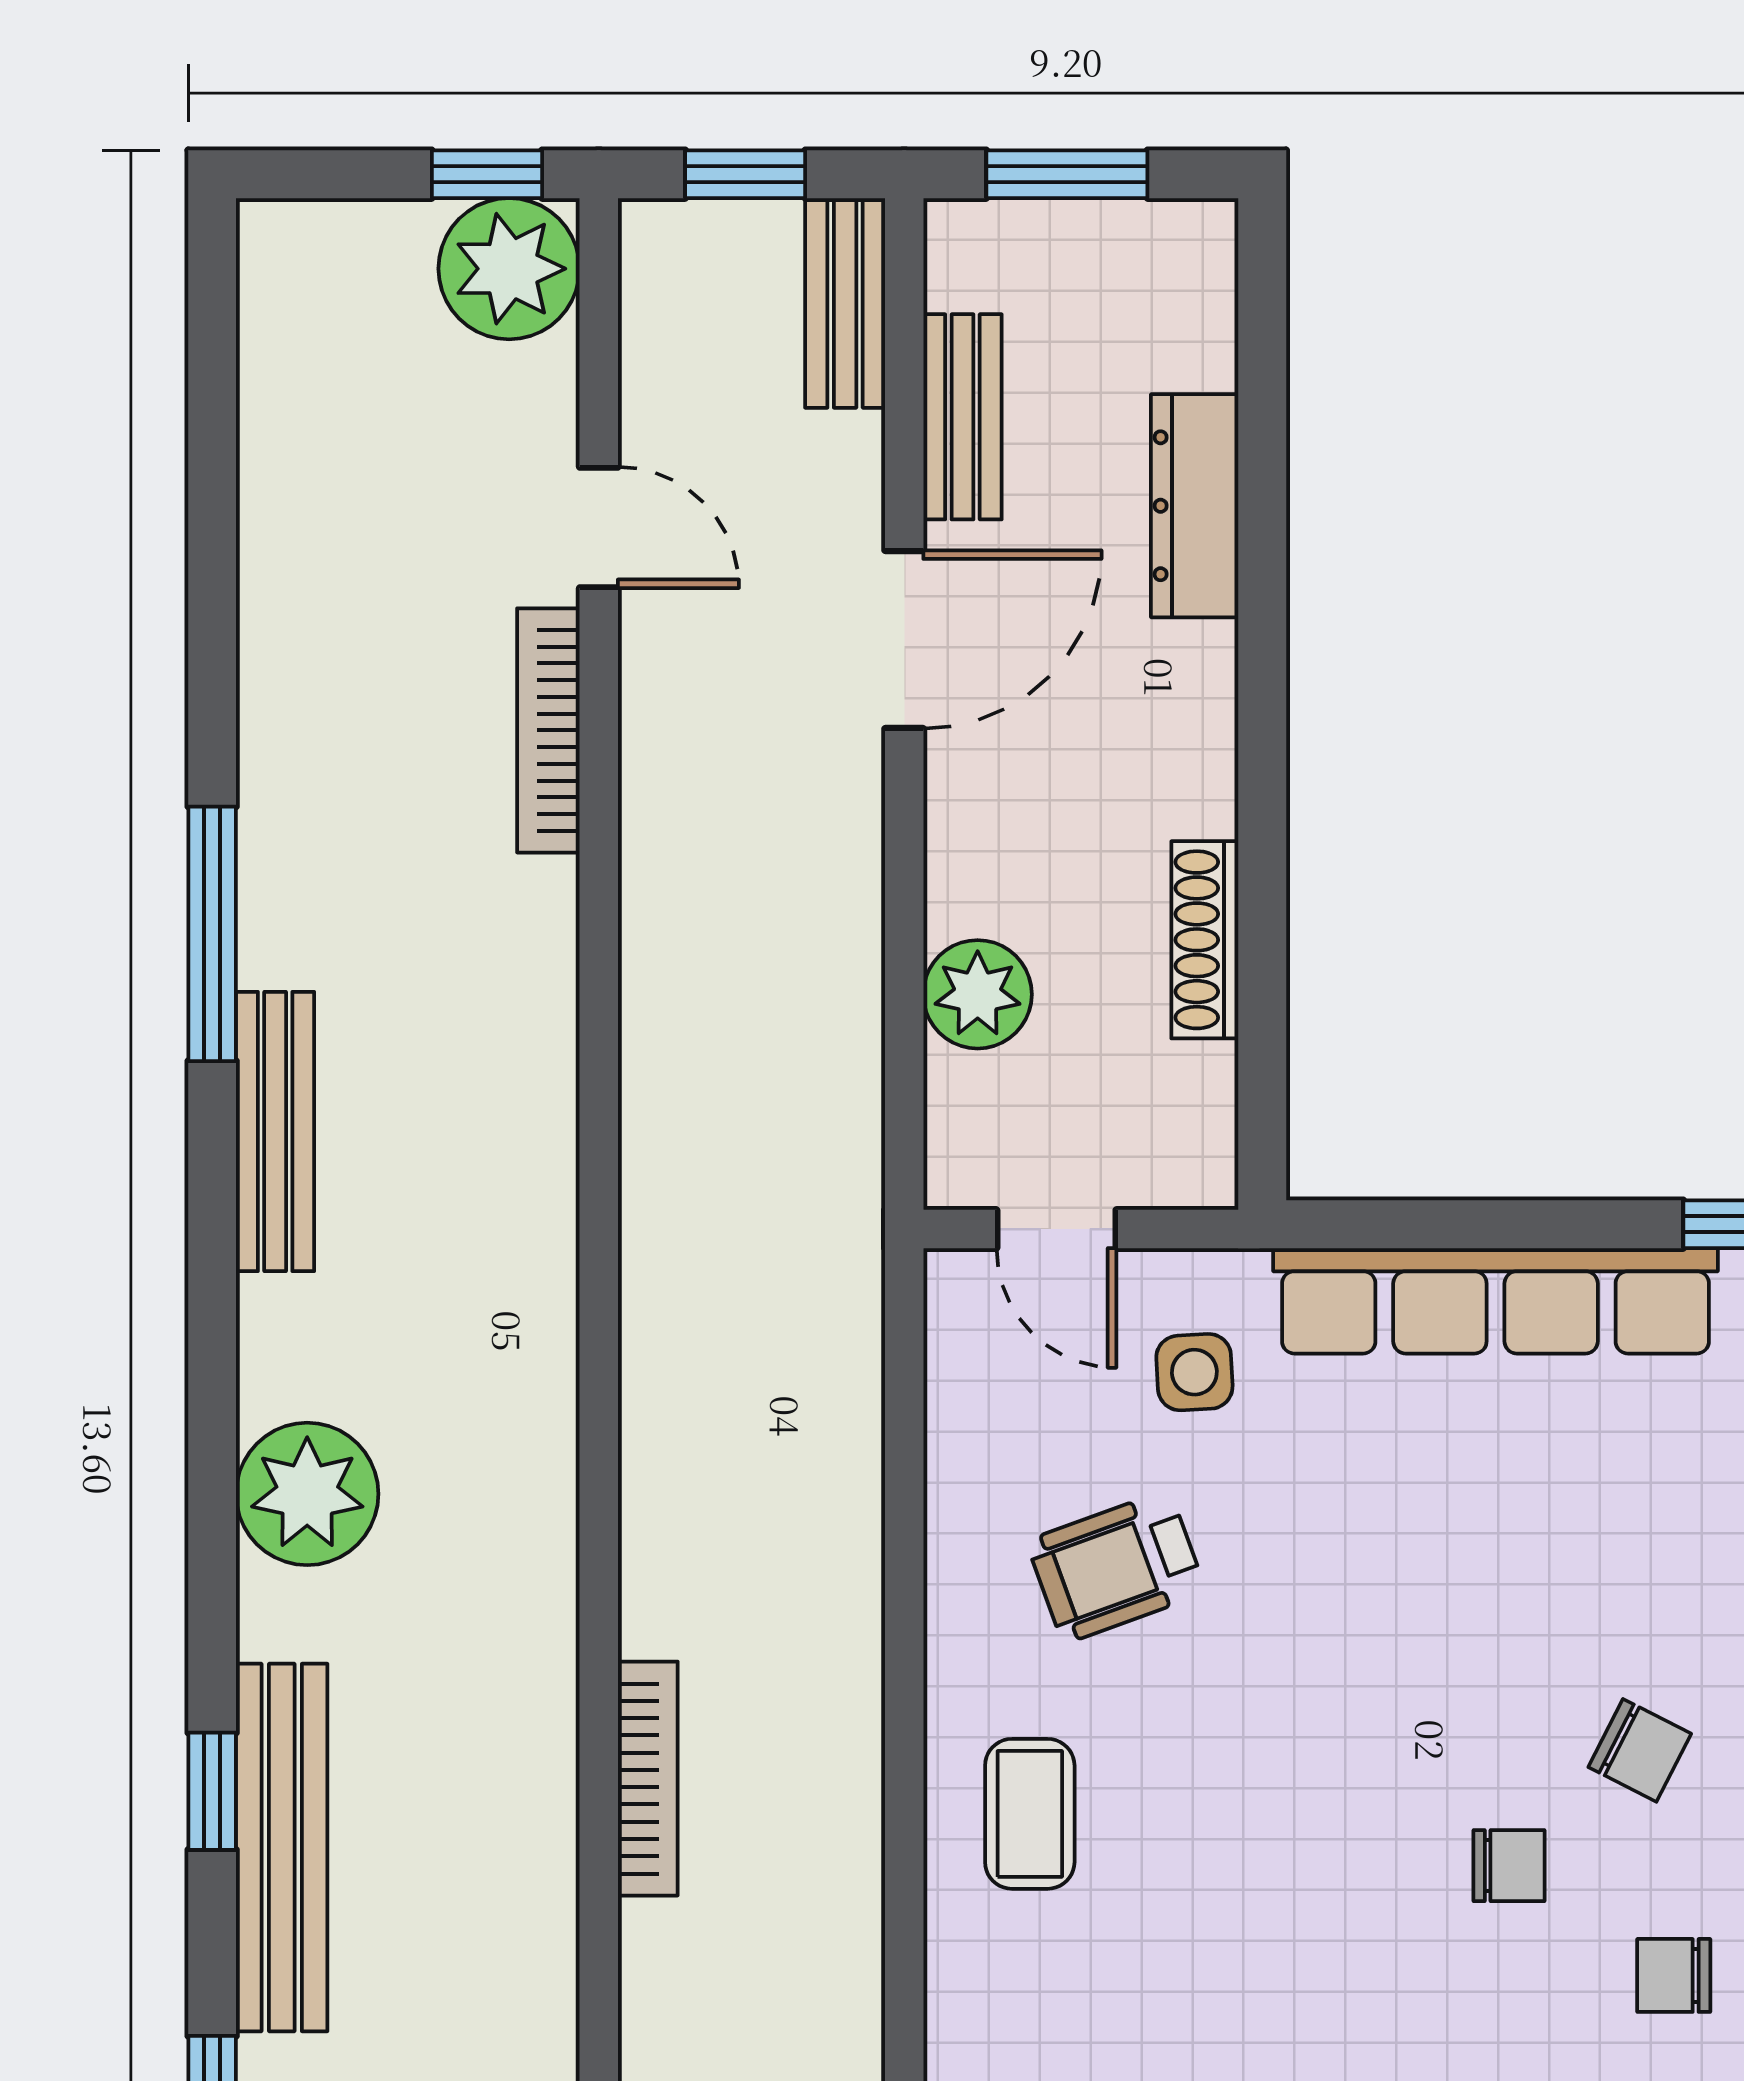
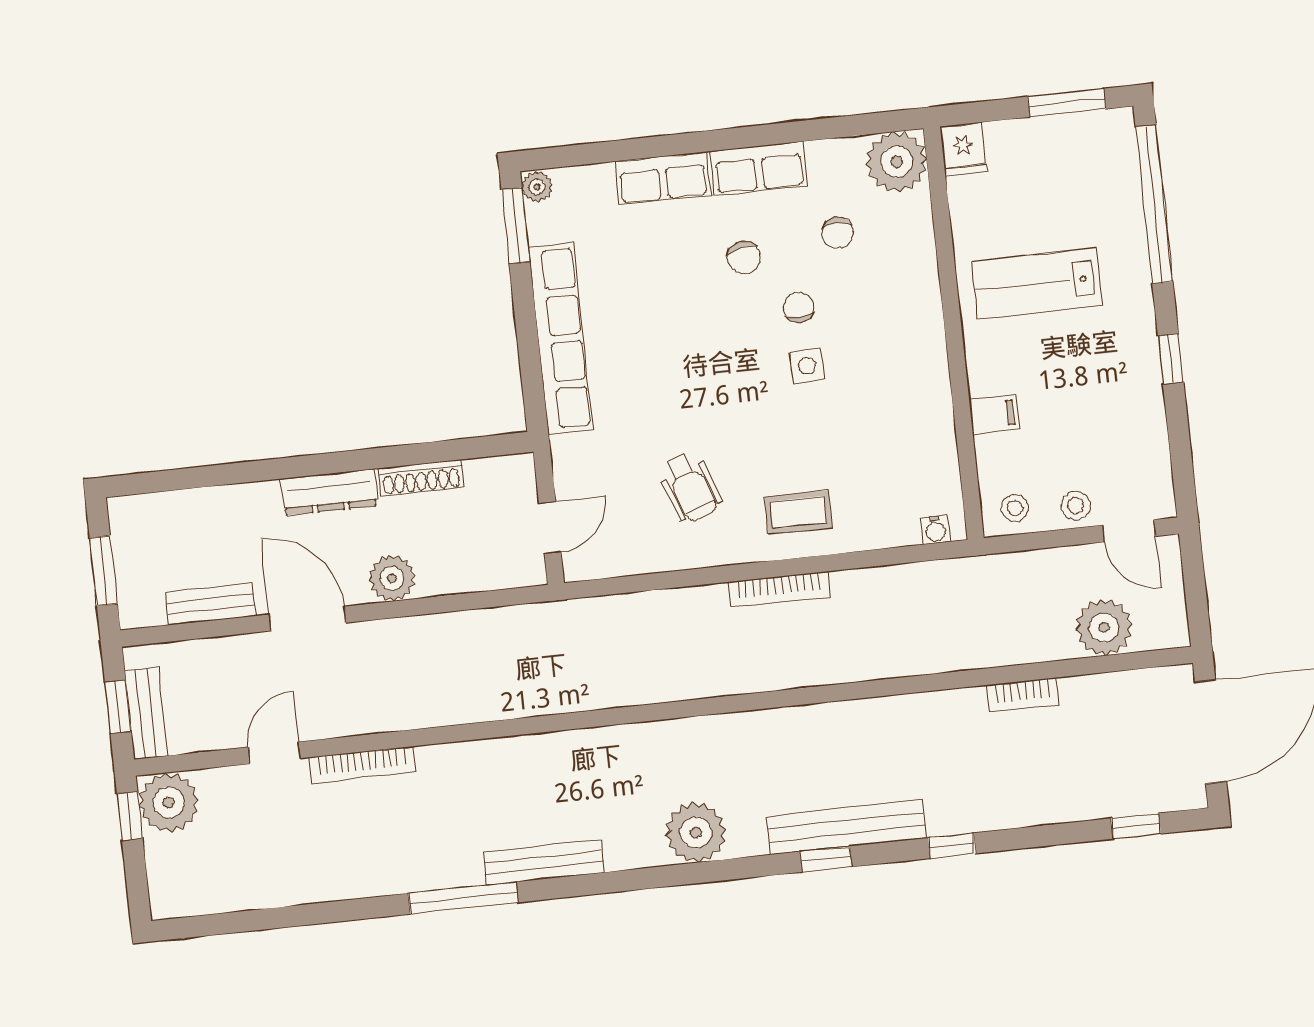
bench: (845, 303) -> (146, 713), moved, turned 90
dresser: (1195, 506) -> (329, 492), moved
plant: (978, 994) -> (392, 578), moved
side table: (1194, 1372) -> (807, 366), moved
chair: (1640, 1750) -> (744, 257), turned 141
bookcase: (648, 1779) -> (779, 589), moved, turned 180

